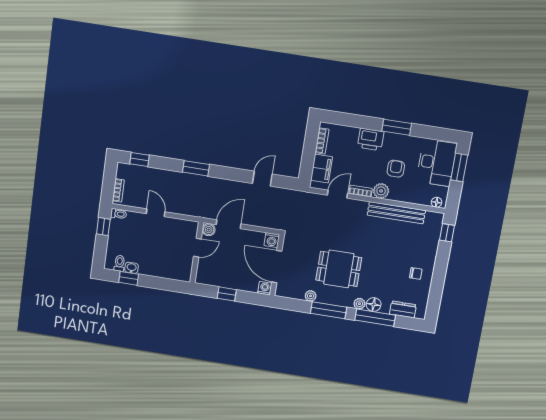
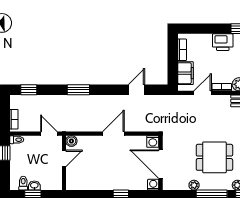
boiler: (209, 230) -> (71, 141), moved
door: (197, 248) -> (64, 158), moved
wall: (197, 253) -> (64, 163), moved

